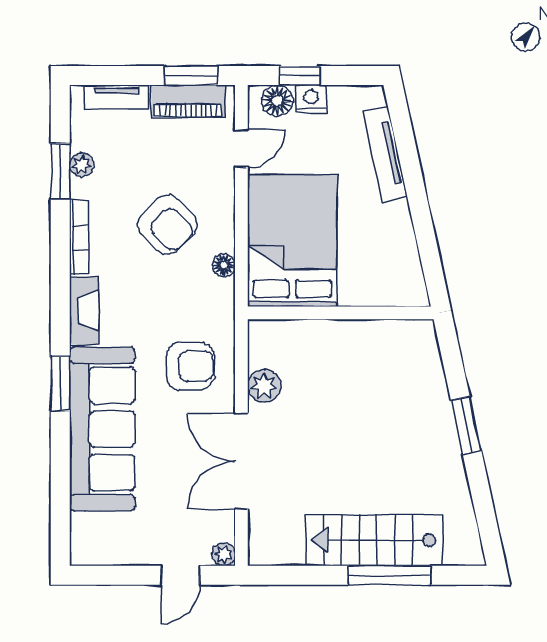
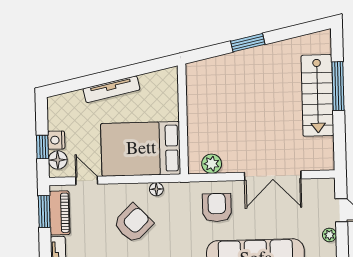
tv unit: (385, 154) -> (111, 89), moved
plant: (264, 386) -> (212, 164), moved
plant: (224, 554) -> (329, 235), moved

